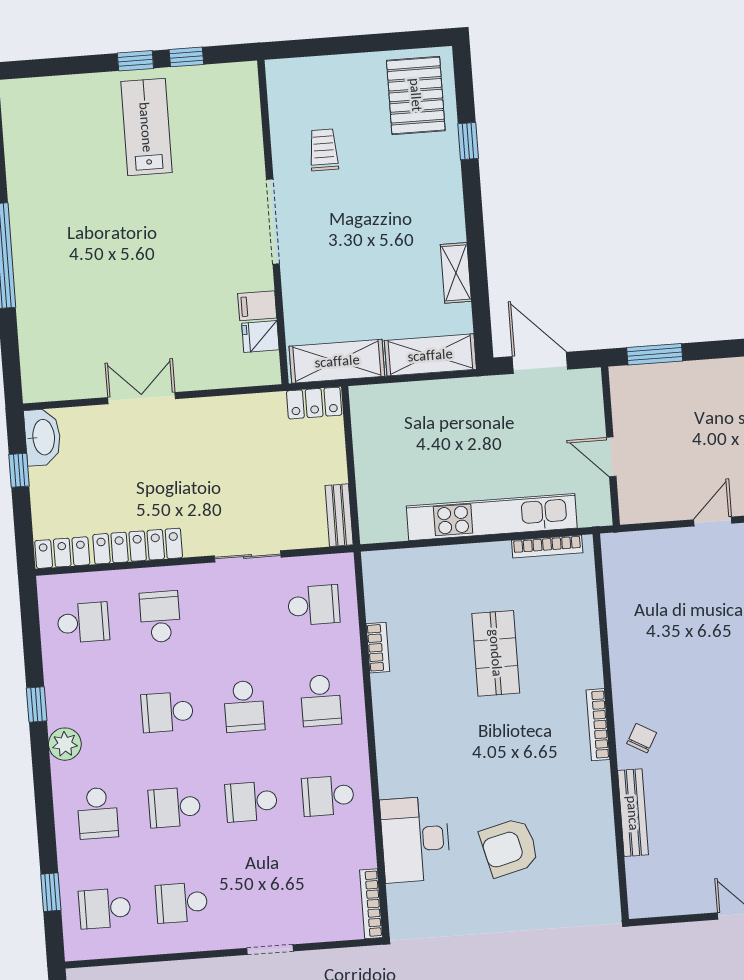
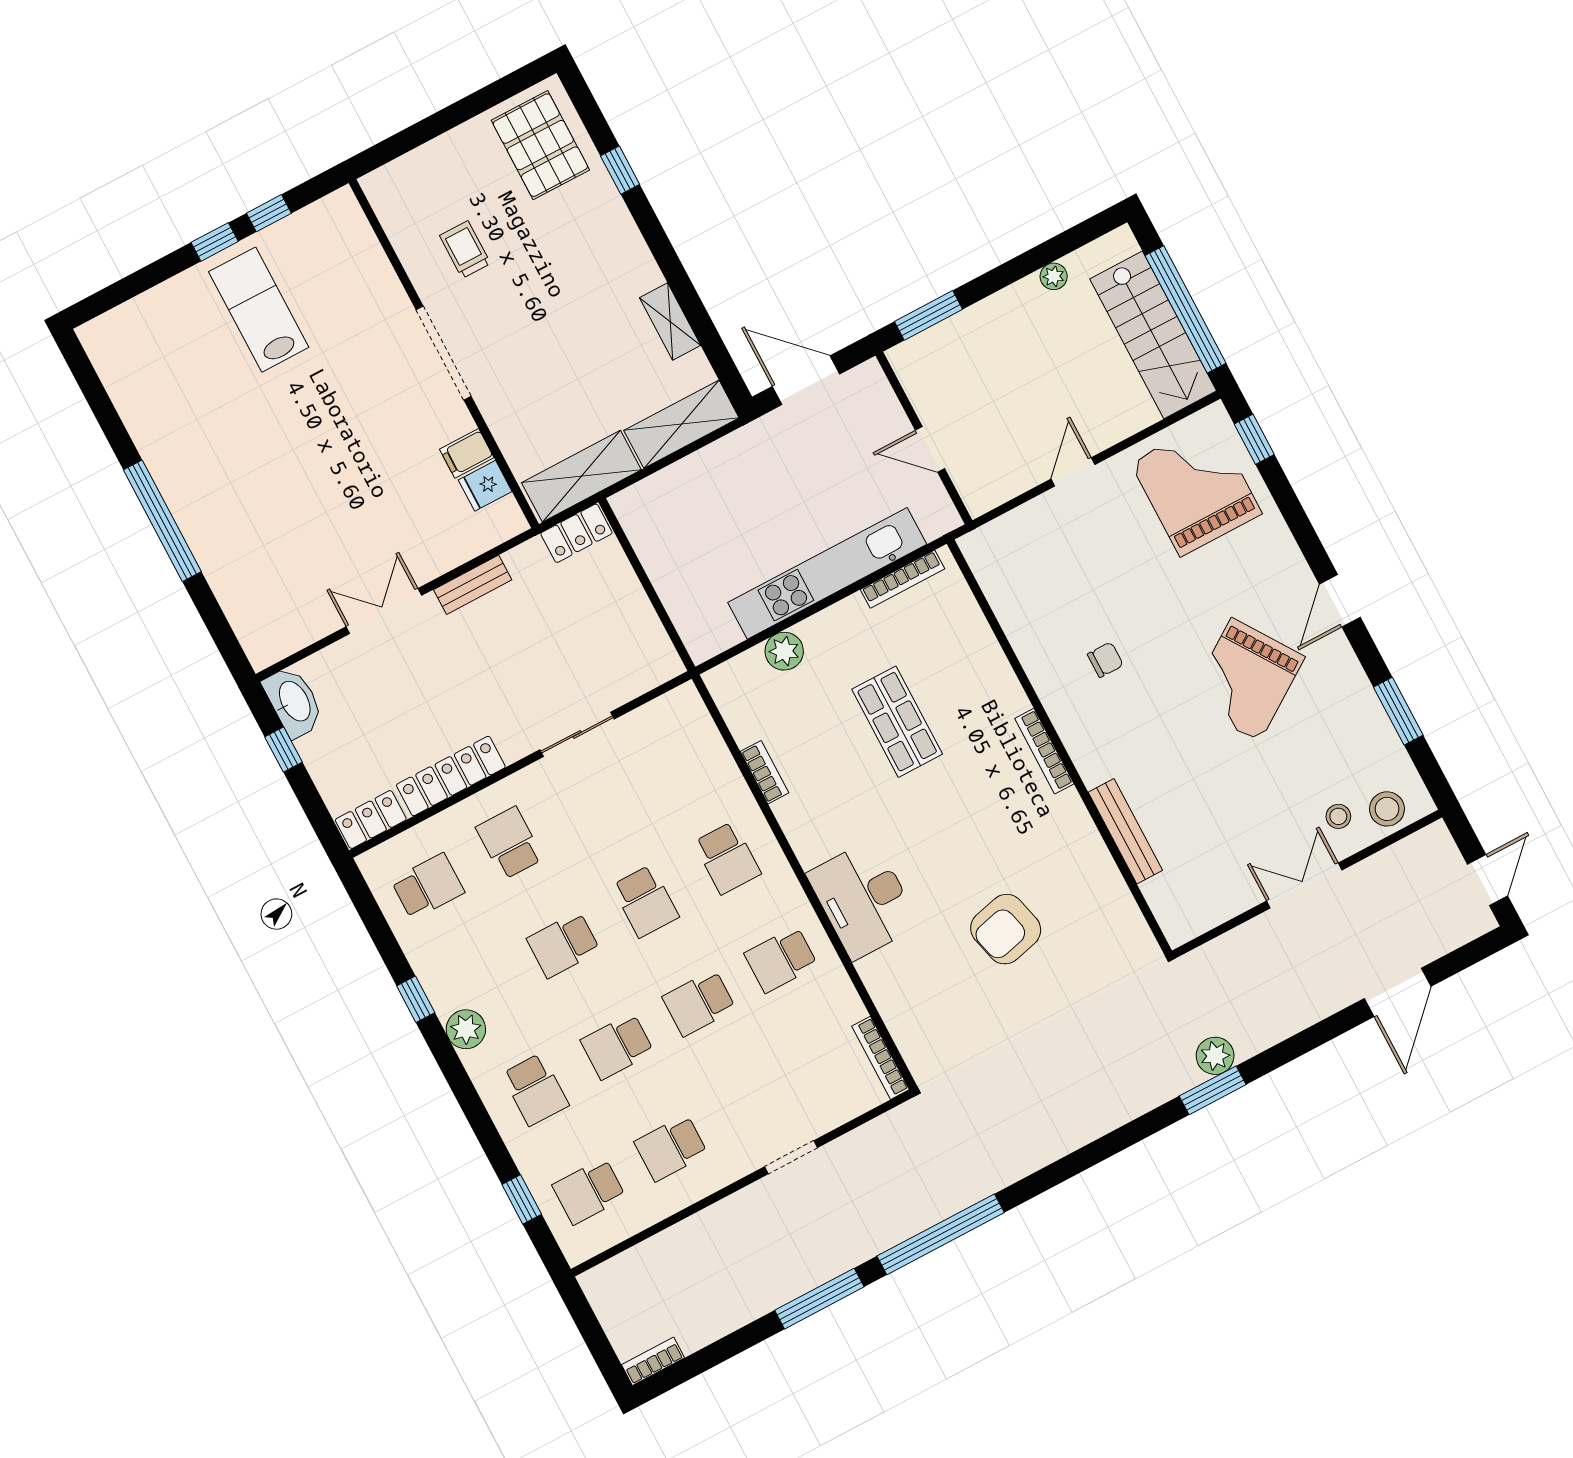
bench: (339, 515) -> (473, 585), moved, turned 90
plant: (433, 562) -> (784, 651), added
school desk: (314, 605) -> (673, 756), removed
chair: (642, 738) -> (1105, 660), moved, turned 61
desk: (415, 839) -> (863, 899), moved

